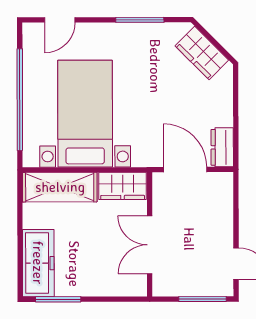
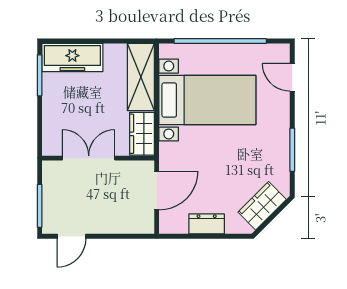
dresser: (222, 147) -> (207, 224), moved

